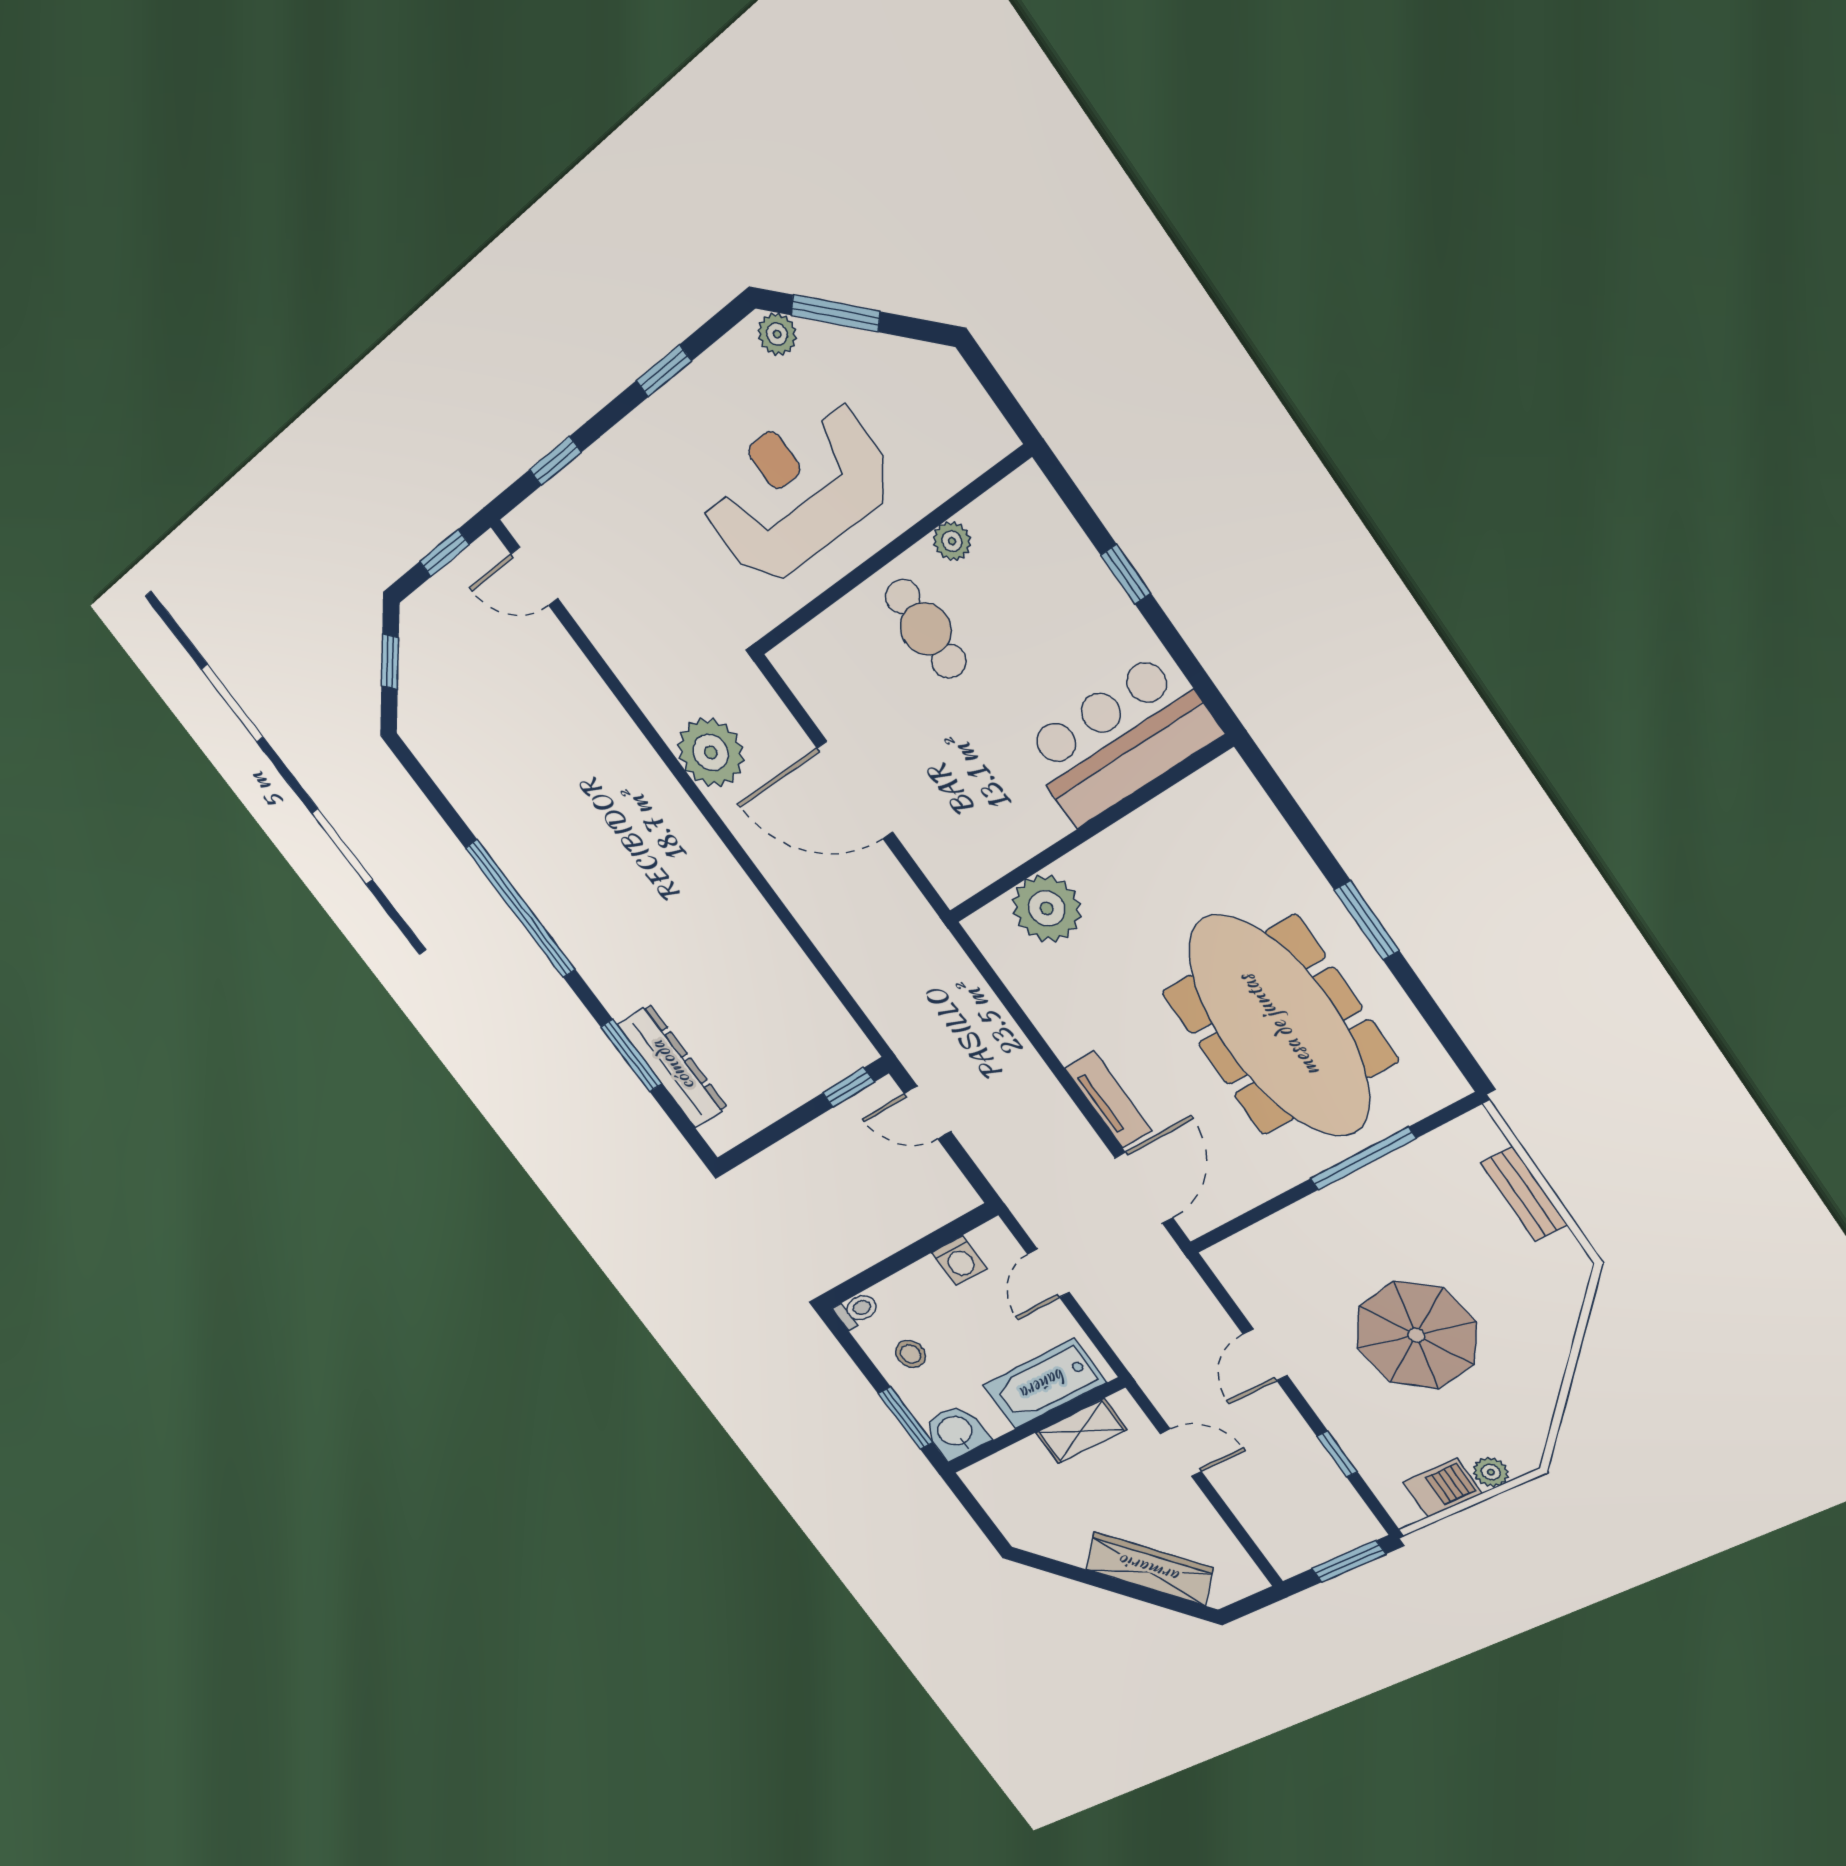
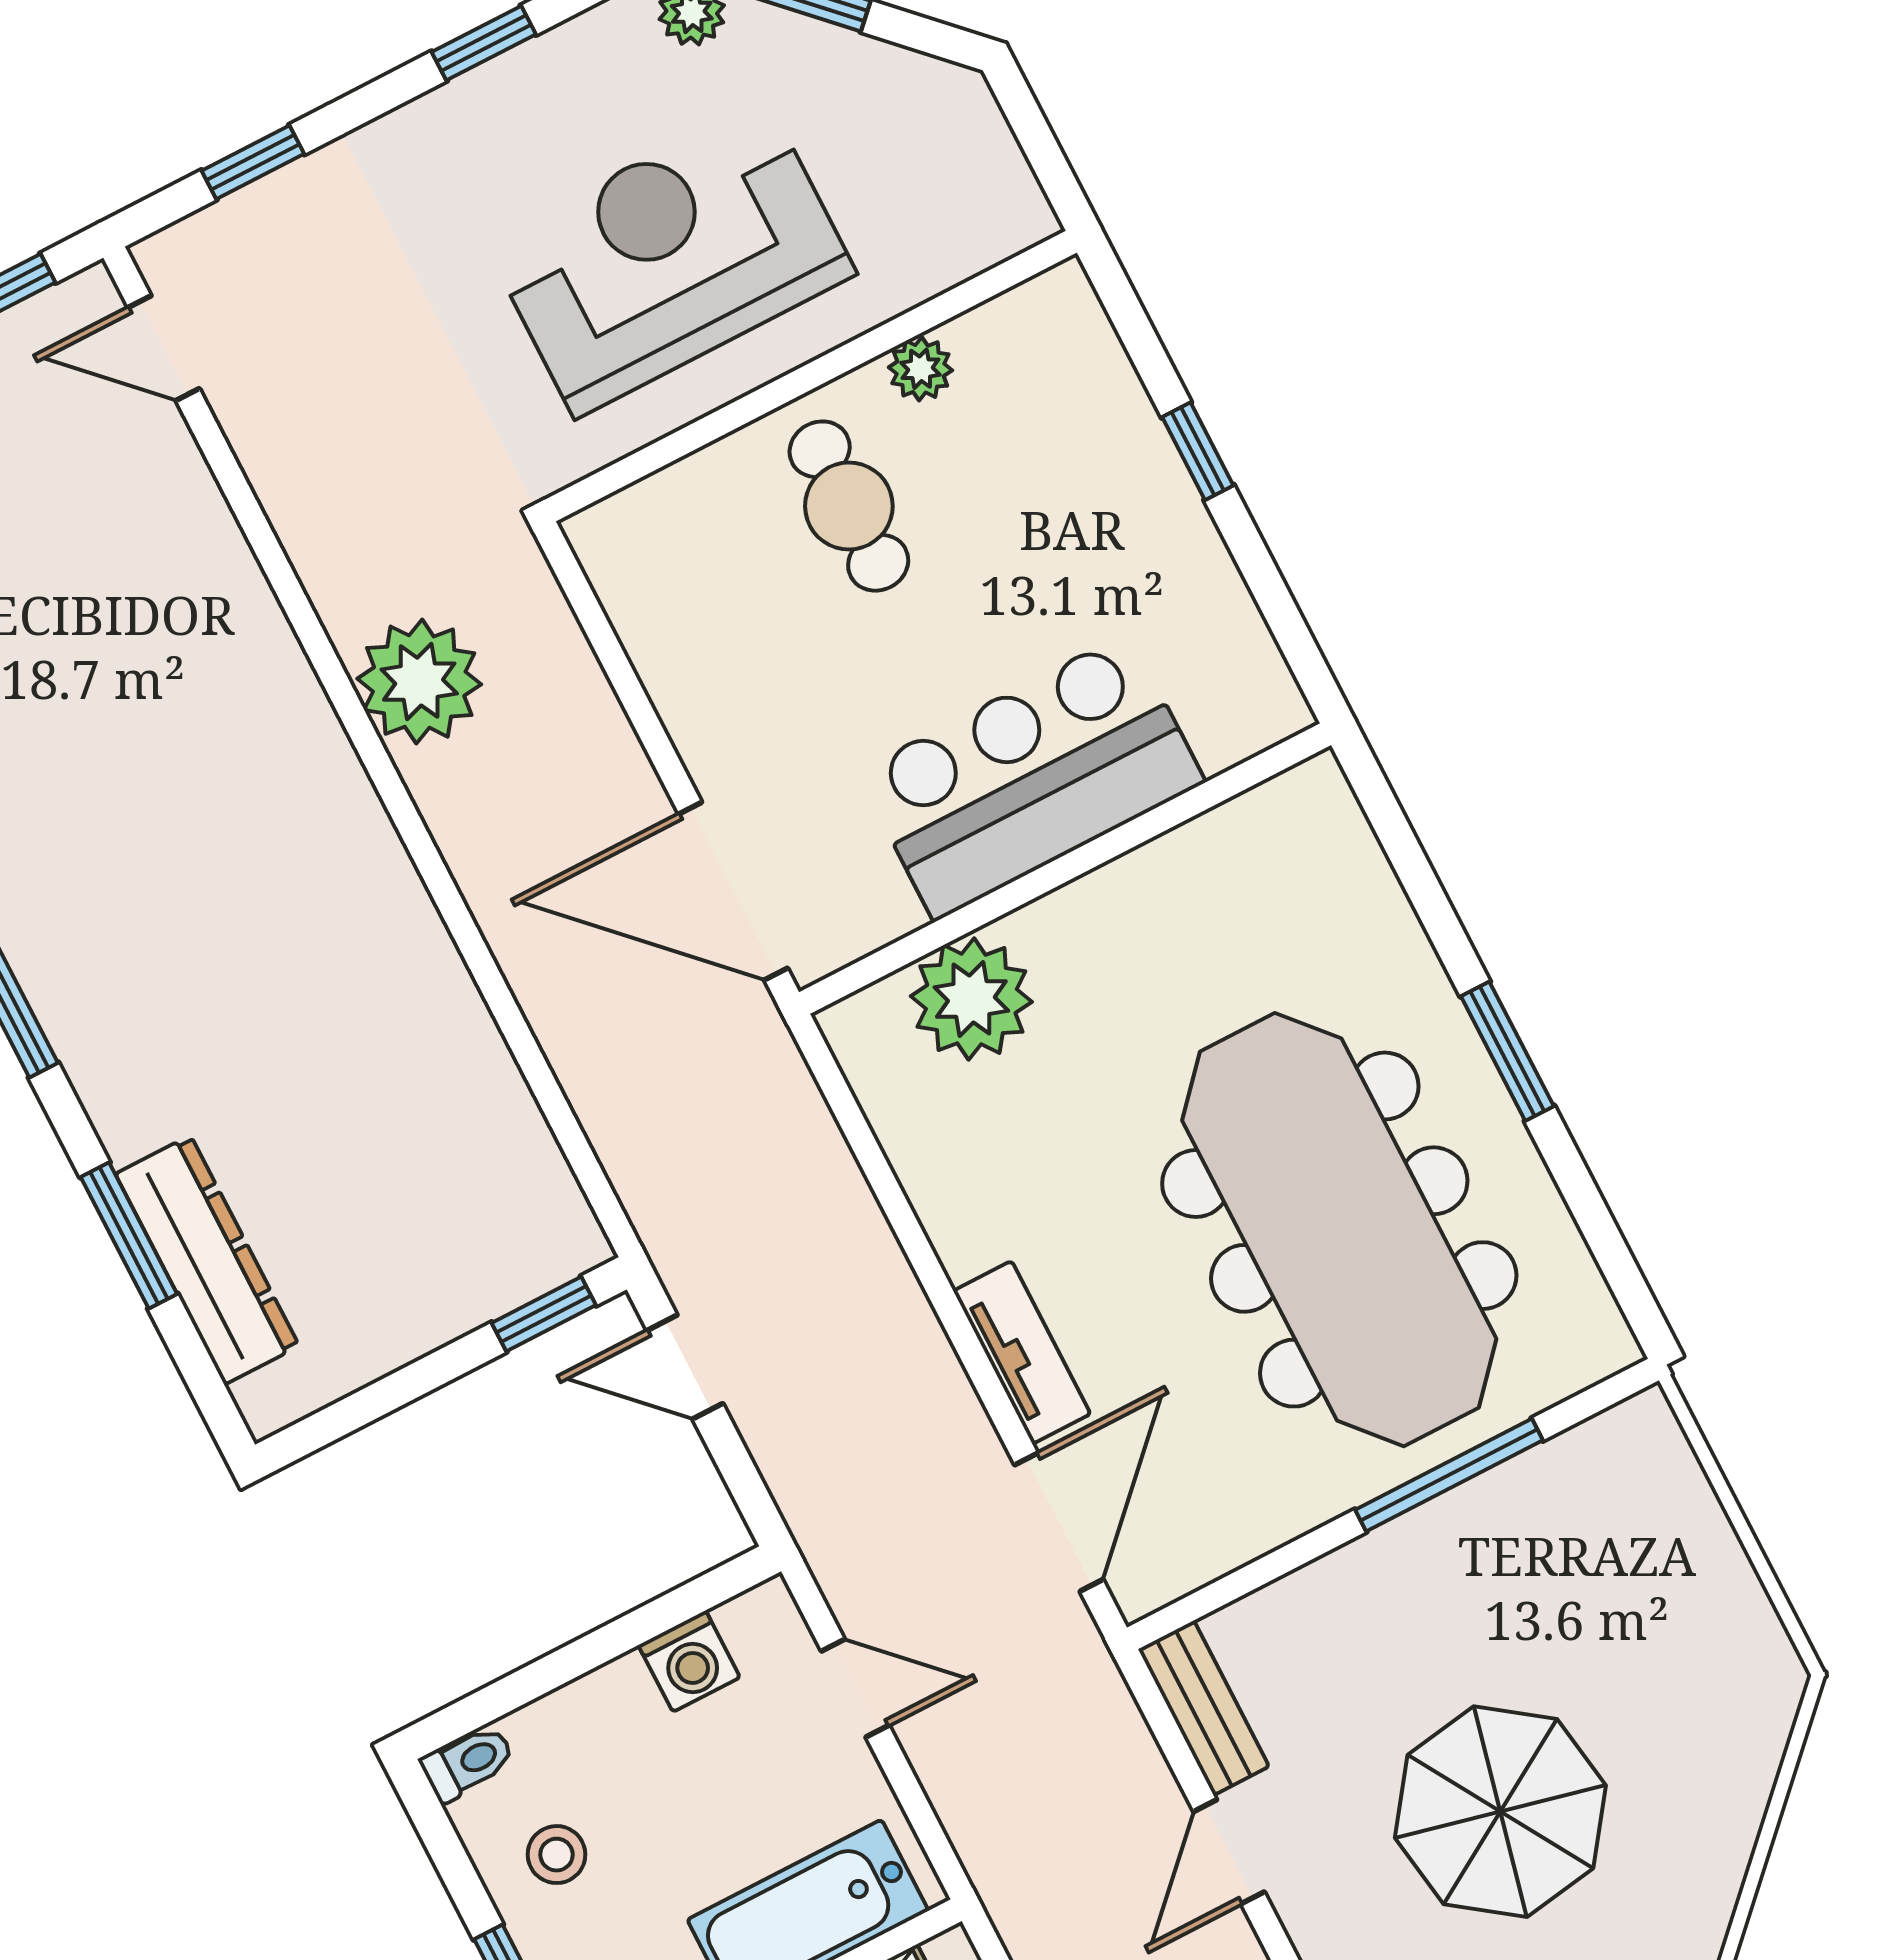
bar counter: (1120, 740) -> (1031, 777), moved
door: (855, 790) -> (733, 891), moved
bench: (1524, 1194) -> (1204, 1708), moved
door: (1049, 1273) -> (855, 1688), swing flipped

